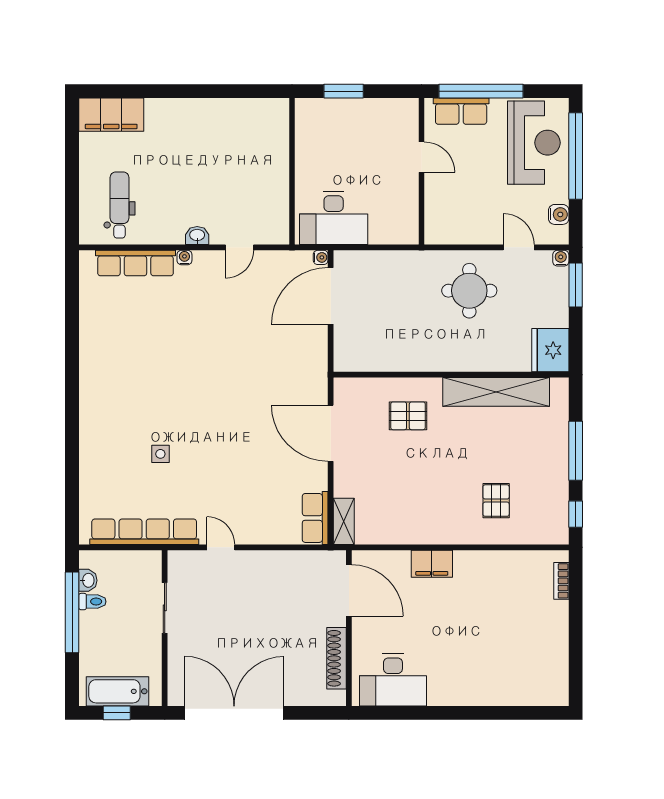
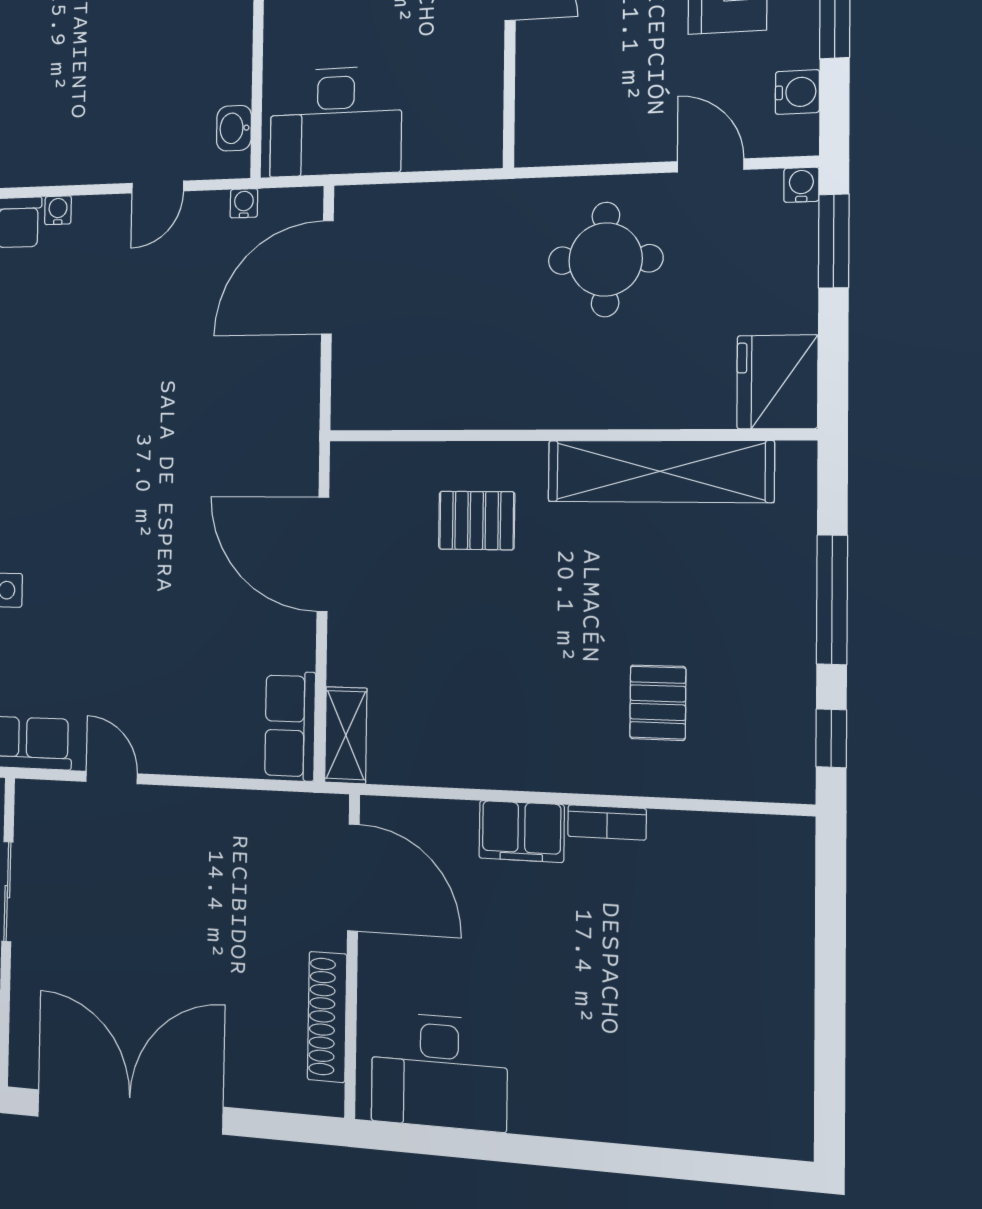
washbasin: (197, 236) -> (234, 128), moved, turned -90
water cooler: (321, 257) -> (244, 203), moved, turned -90
bookcase: (561, 581) -> (607, 822), moved, turned -90

